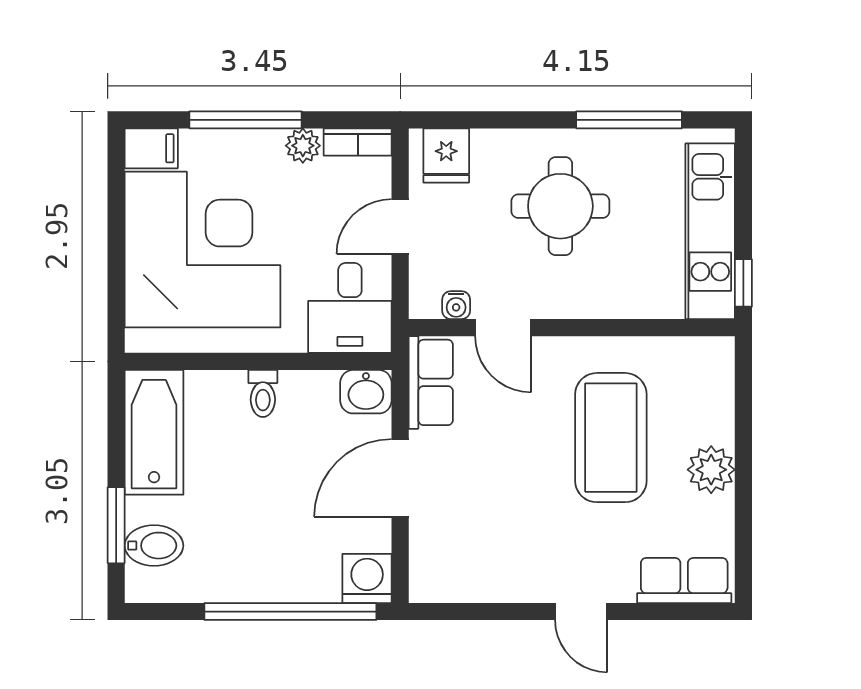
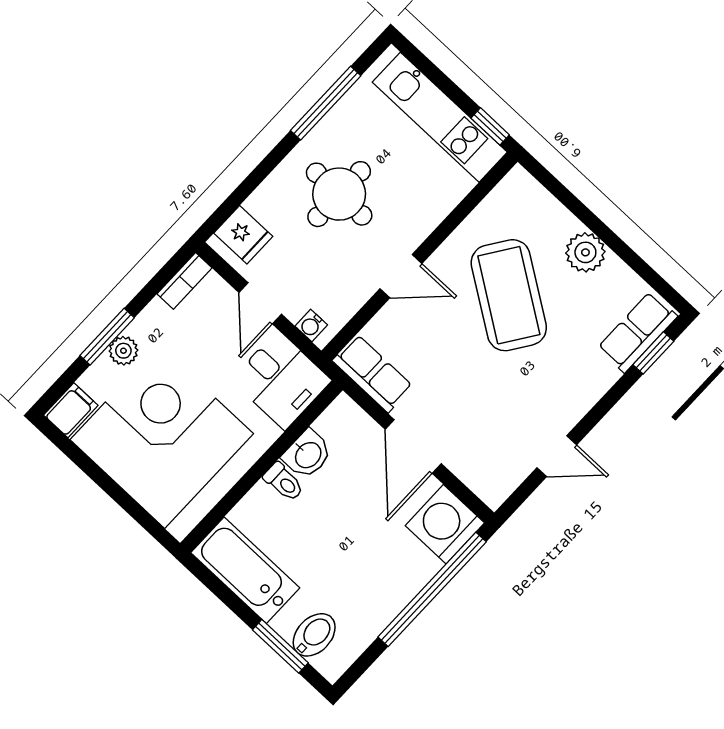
window: (245, 120) -> (107, 337), width x0.69
plant: (303, 146) -> (123, 351), moved
water cooler: (456, 305) -> (311, 325), moved, turned 90
door: (503, 328) -> (401, 276), moved
washbasin: (366, 392) -> (307, 454), moved
coffee table: (611, 438) -> (509, 295), turned 34
washing machine: (367, 578) -> (445, 524), width x1.37, depth x1.37
door: (581, 612) -> (557, 456), moved
window: (679, 612) -> (653, 353), added

